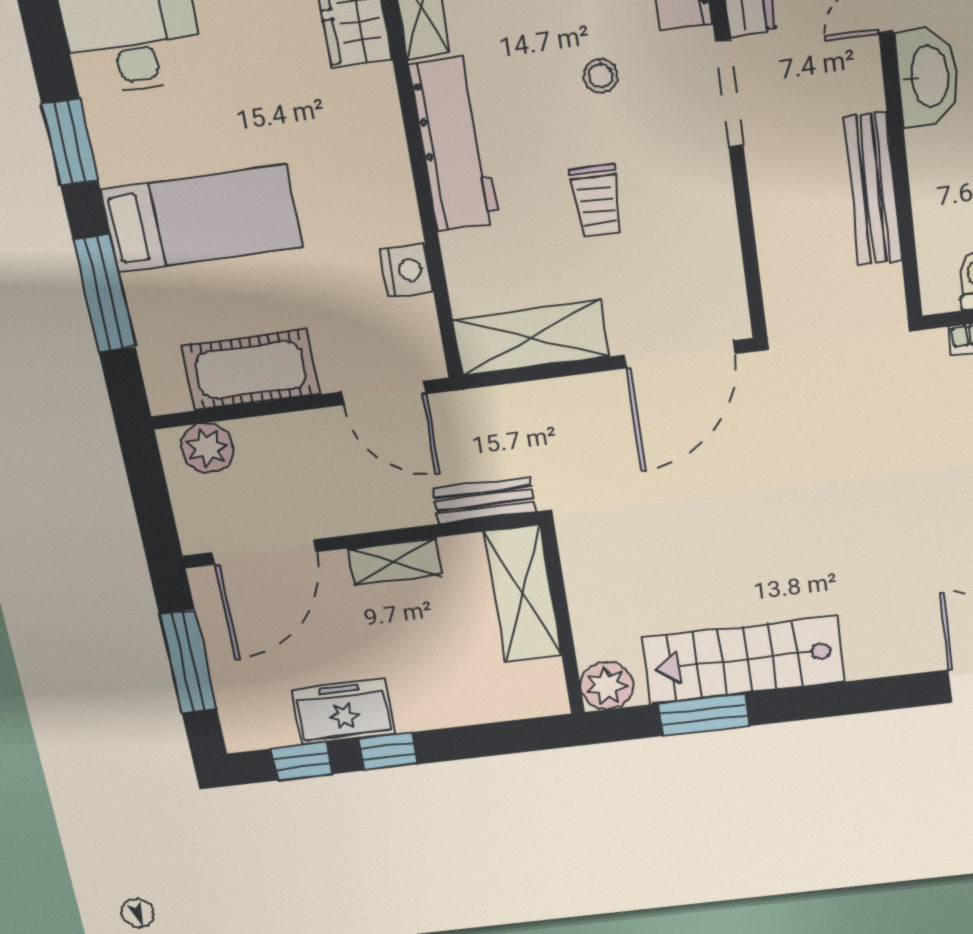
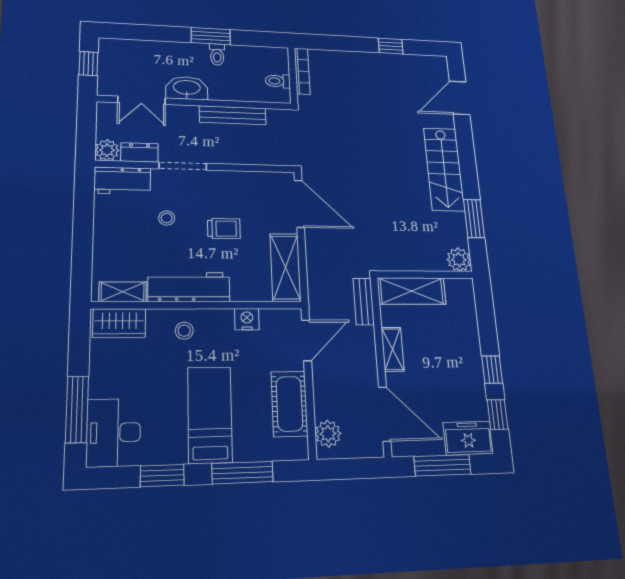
stool: (360, 146) -> (184, 331), added
stairs: (743, 660) -> (444, 169), moved
freezer: (343, 712) -> (468, 438), moved, turned 90

